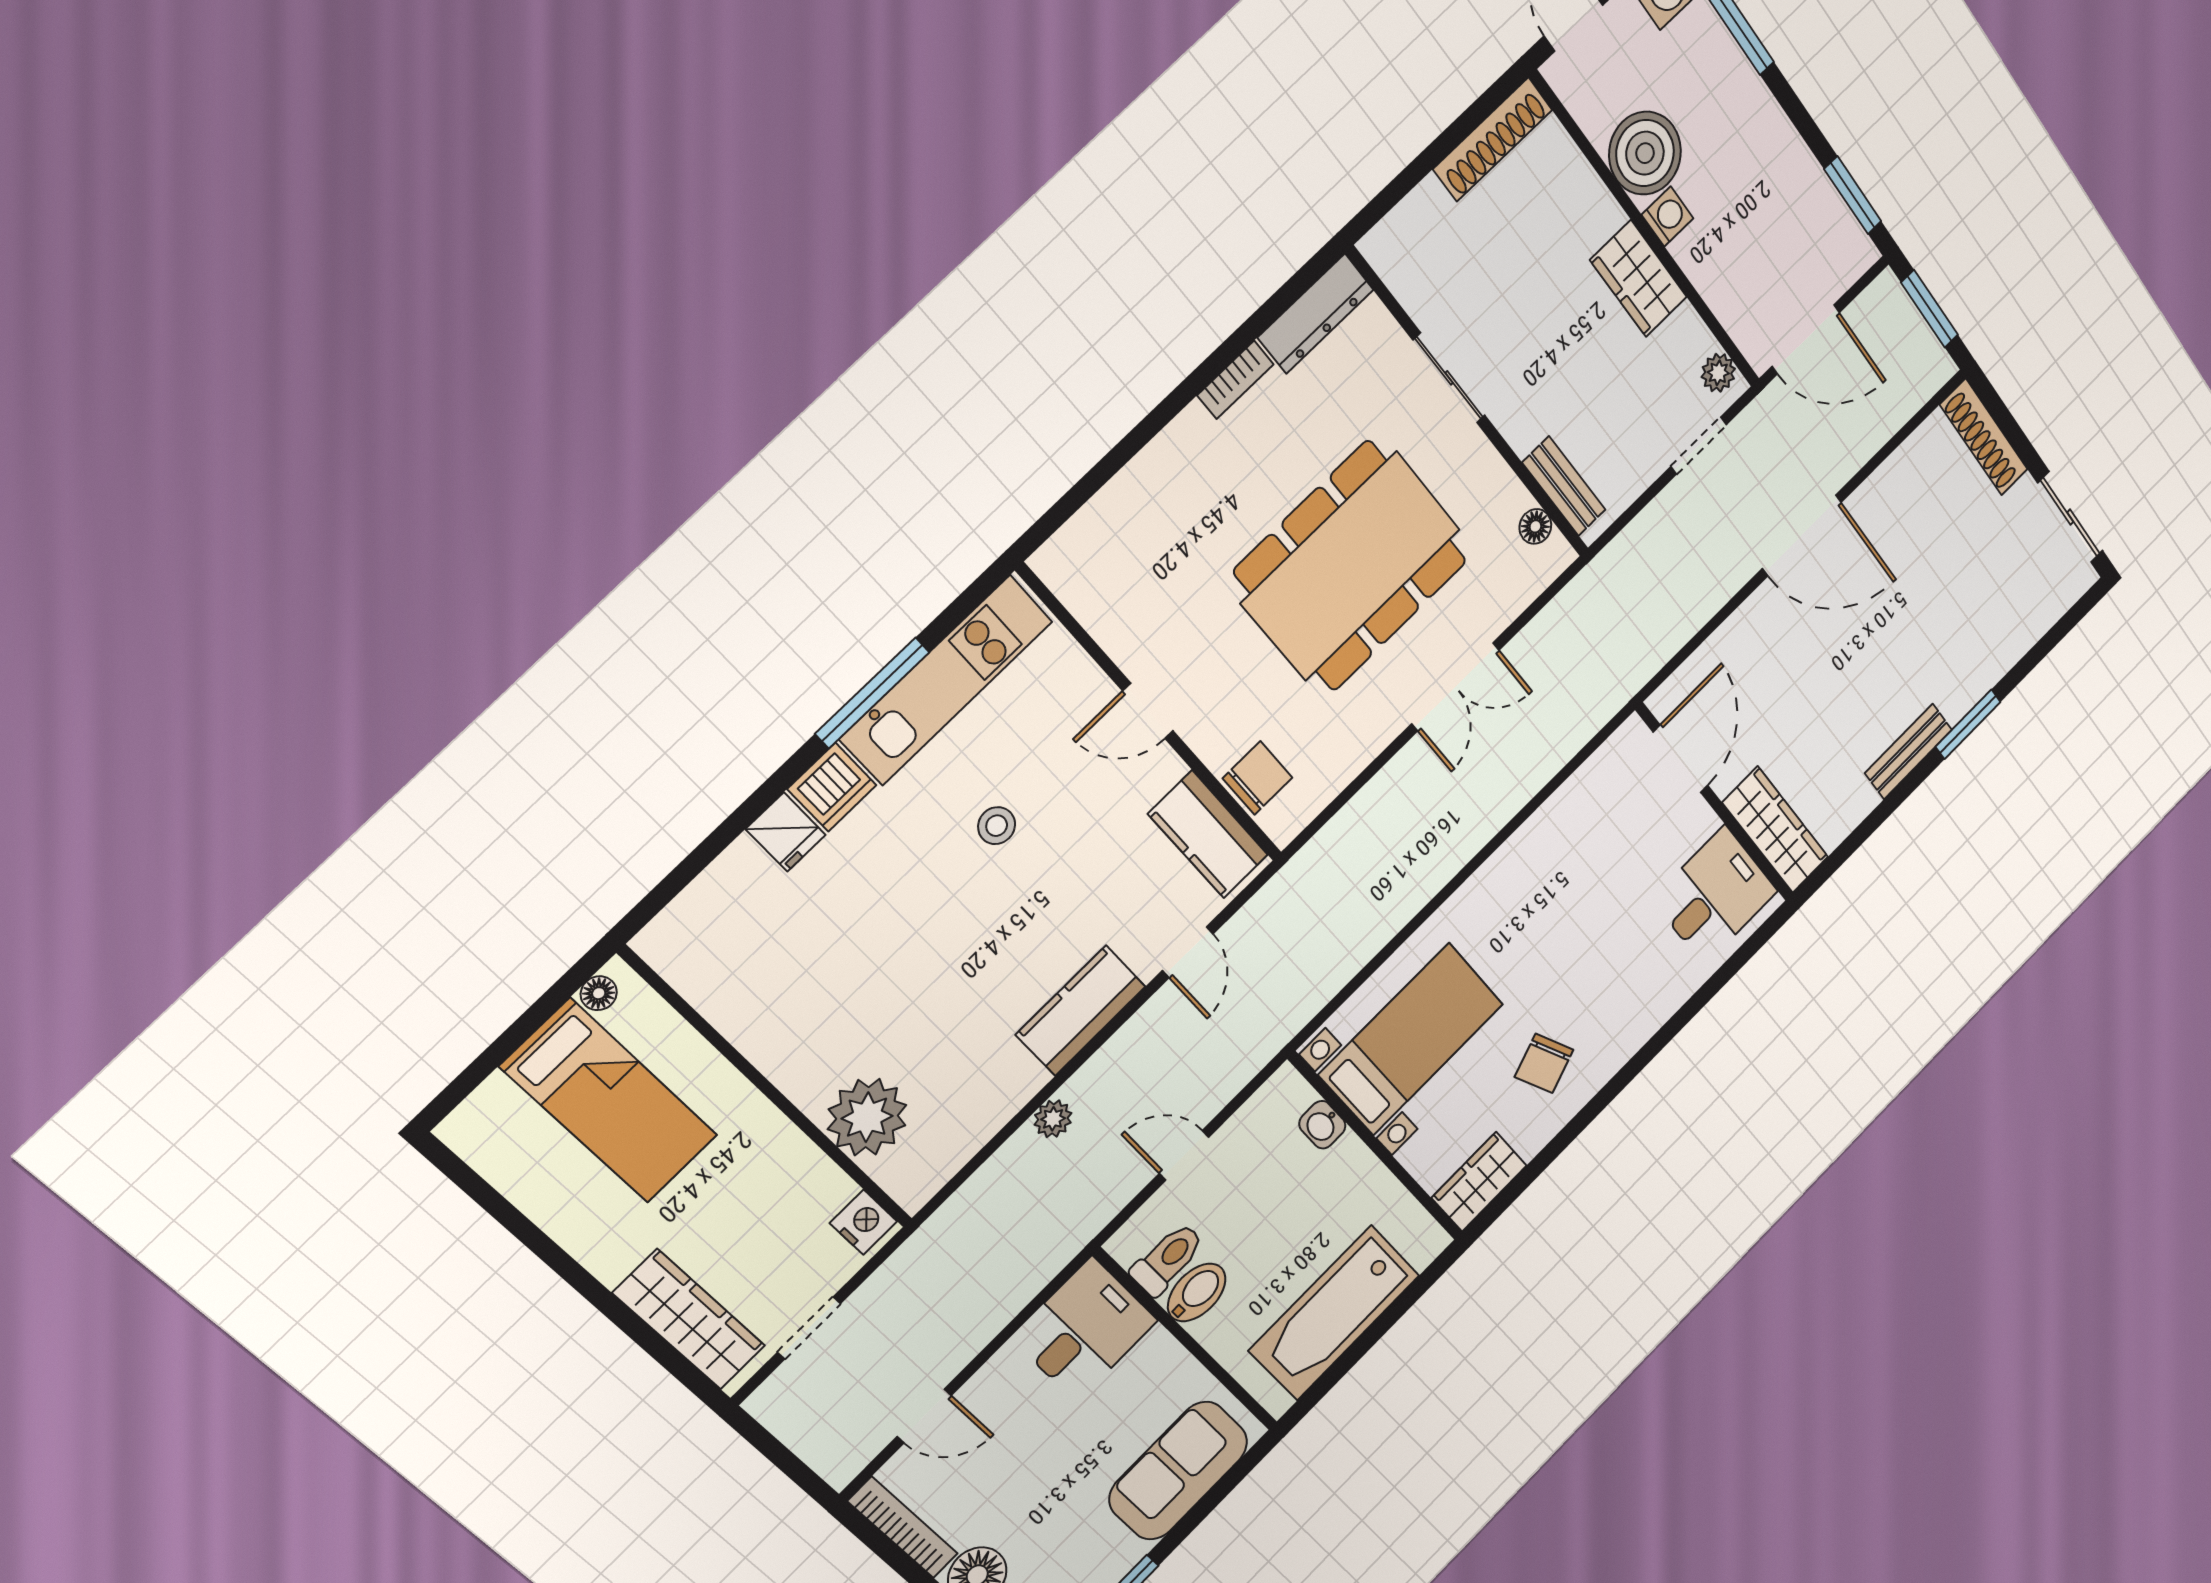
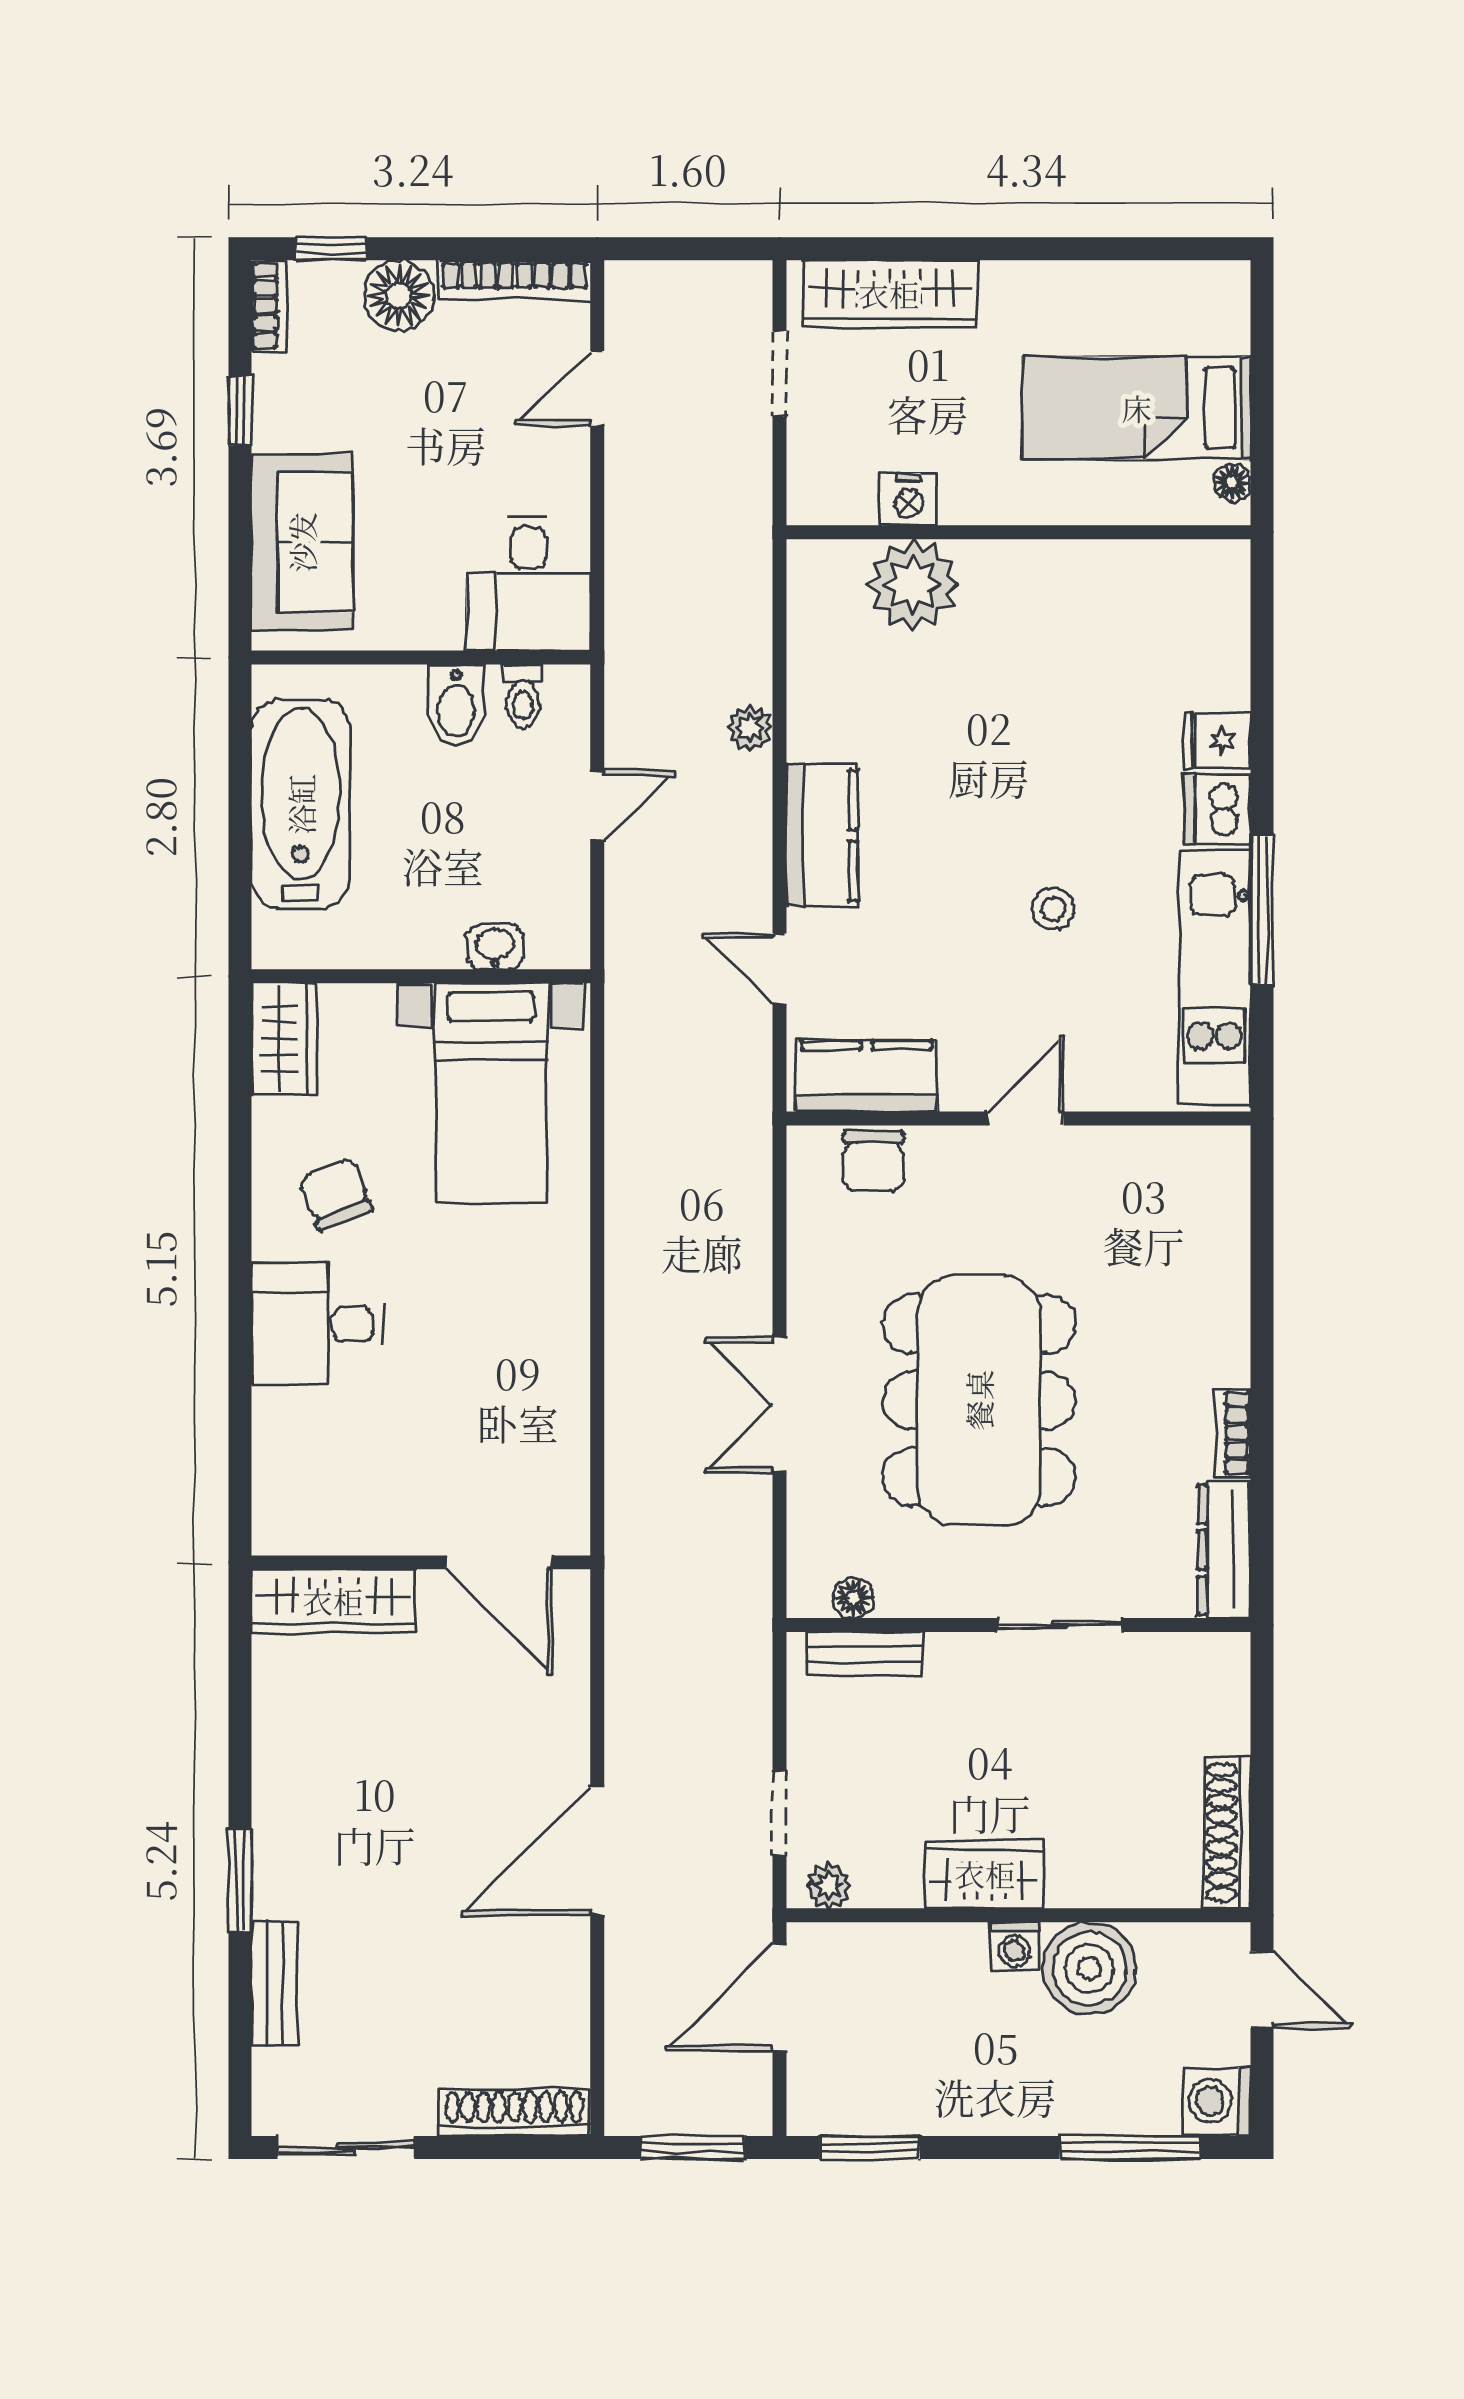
bench: (1908, 751) -> (275, 1983), moved
desk: (1715, 895) -> (317, 1324), moved, turned 90
nightstand: (863, 1222) -> (909, 499), moved
toilet: (1168, 1259) -> (523, 696), width x0.73, depth x0.72

